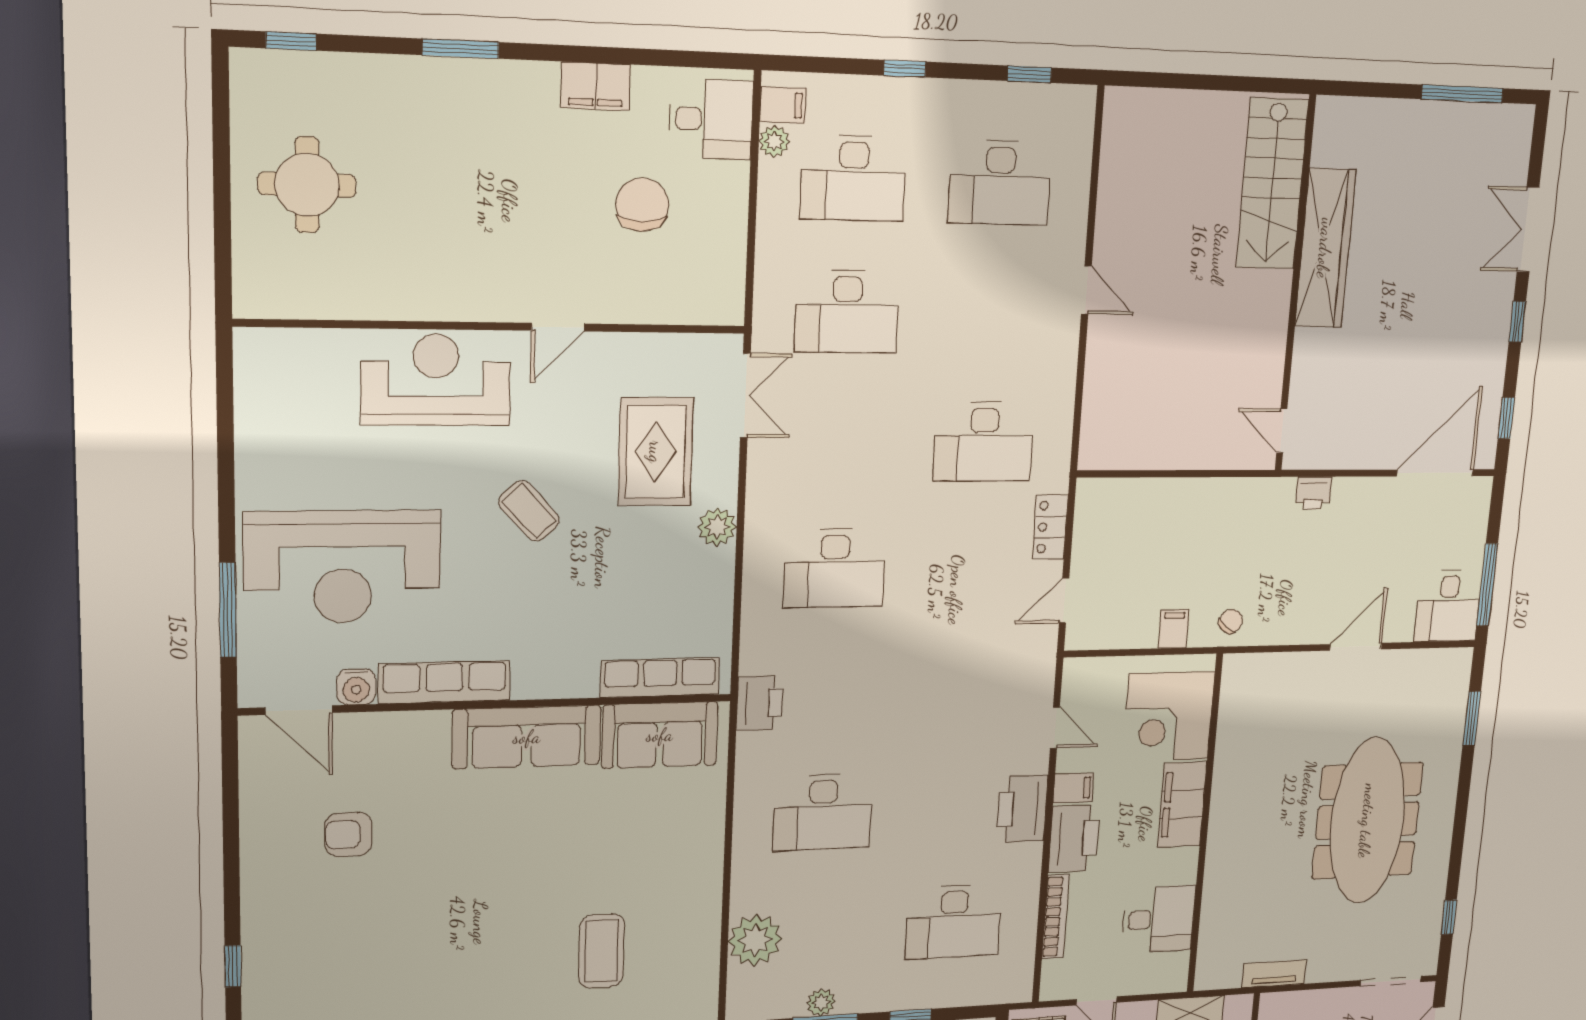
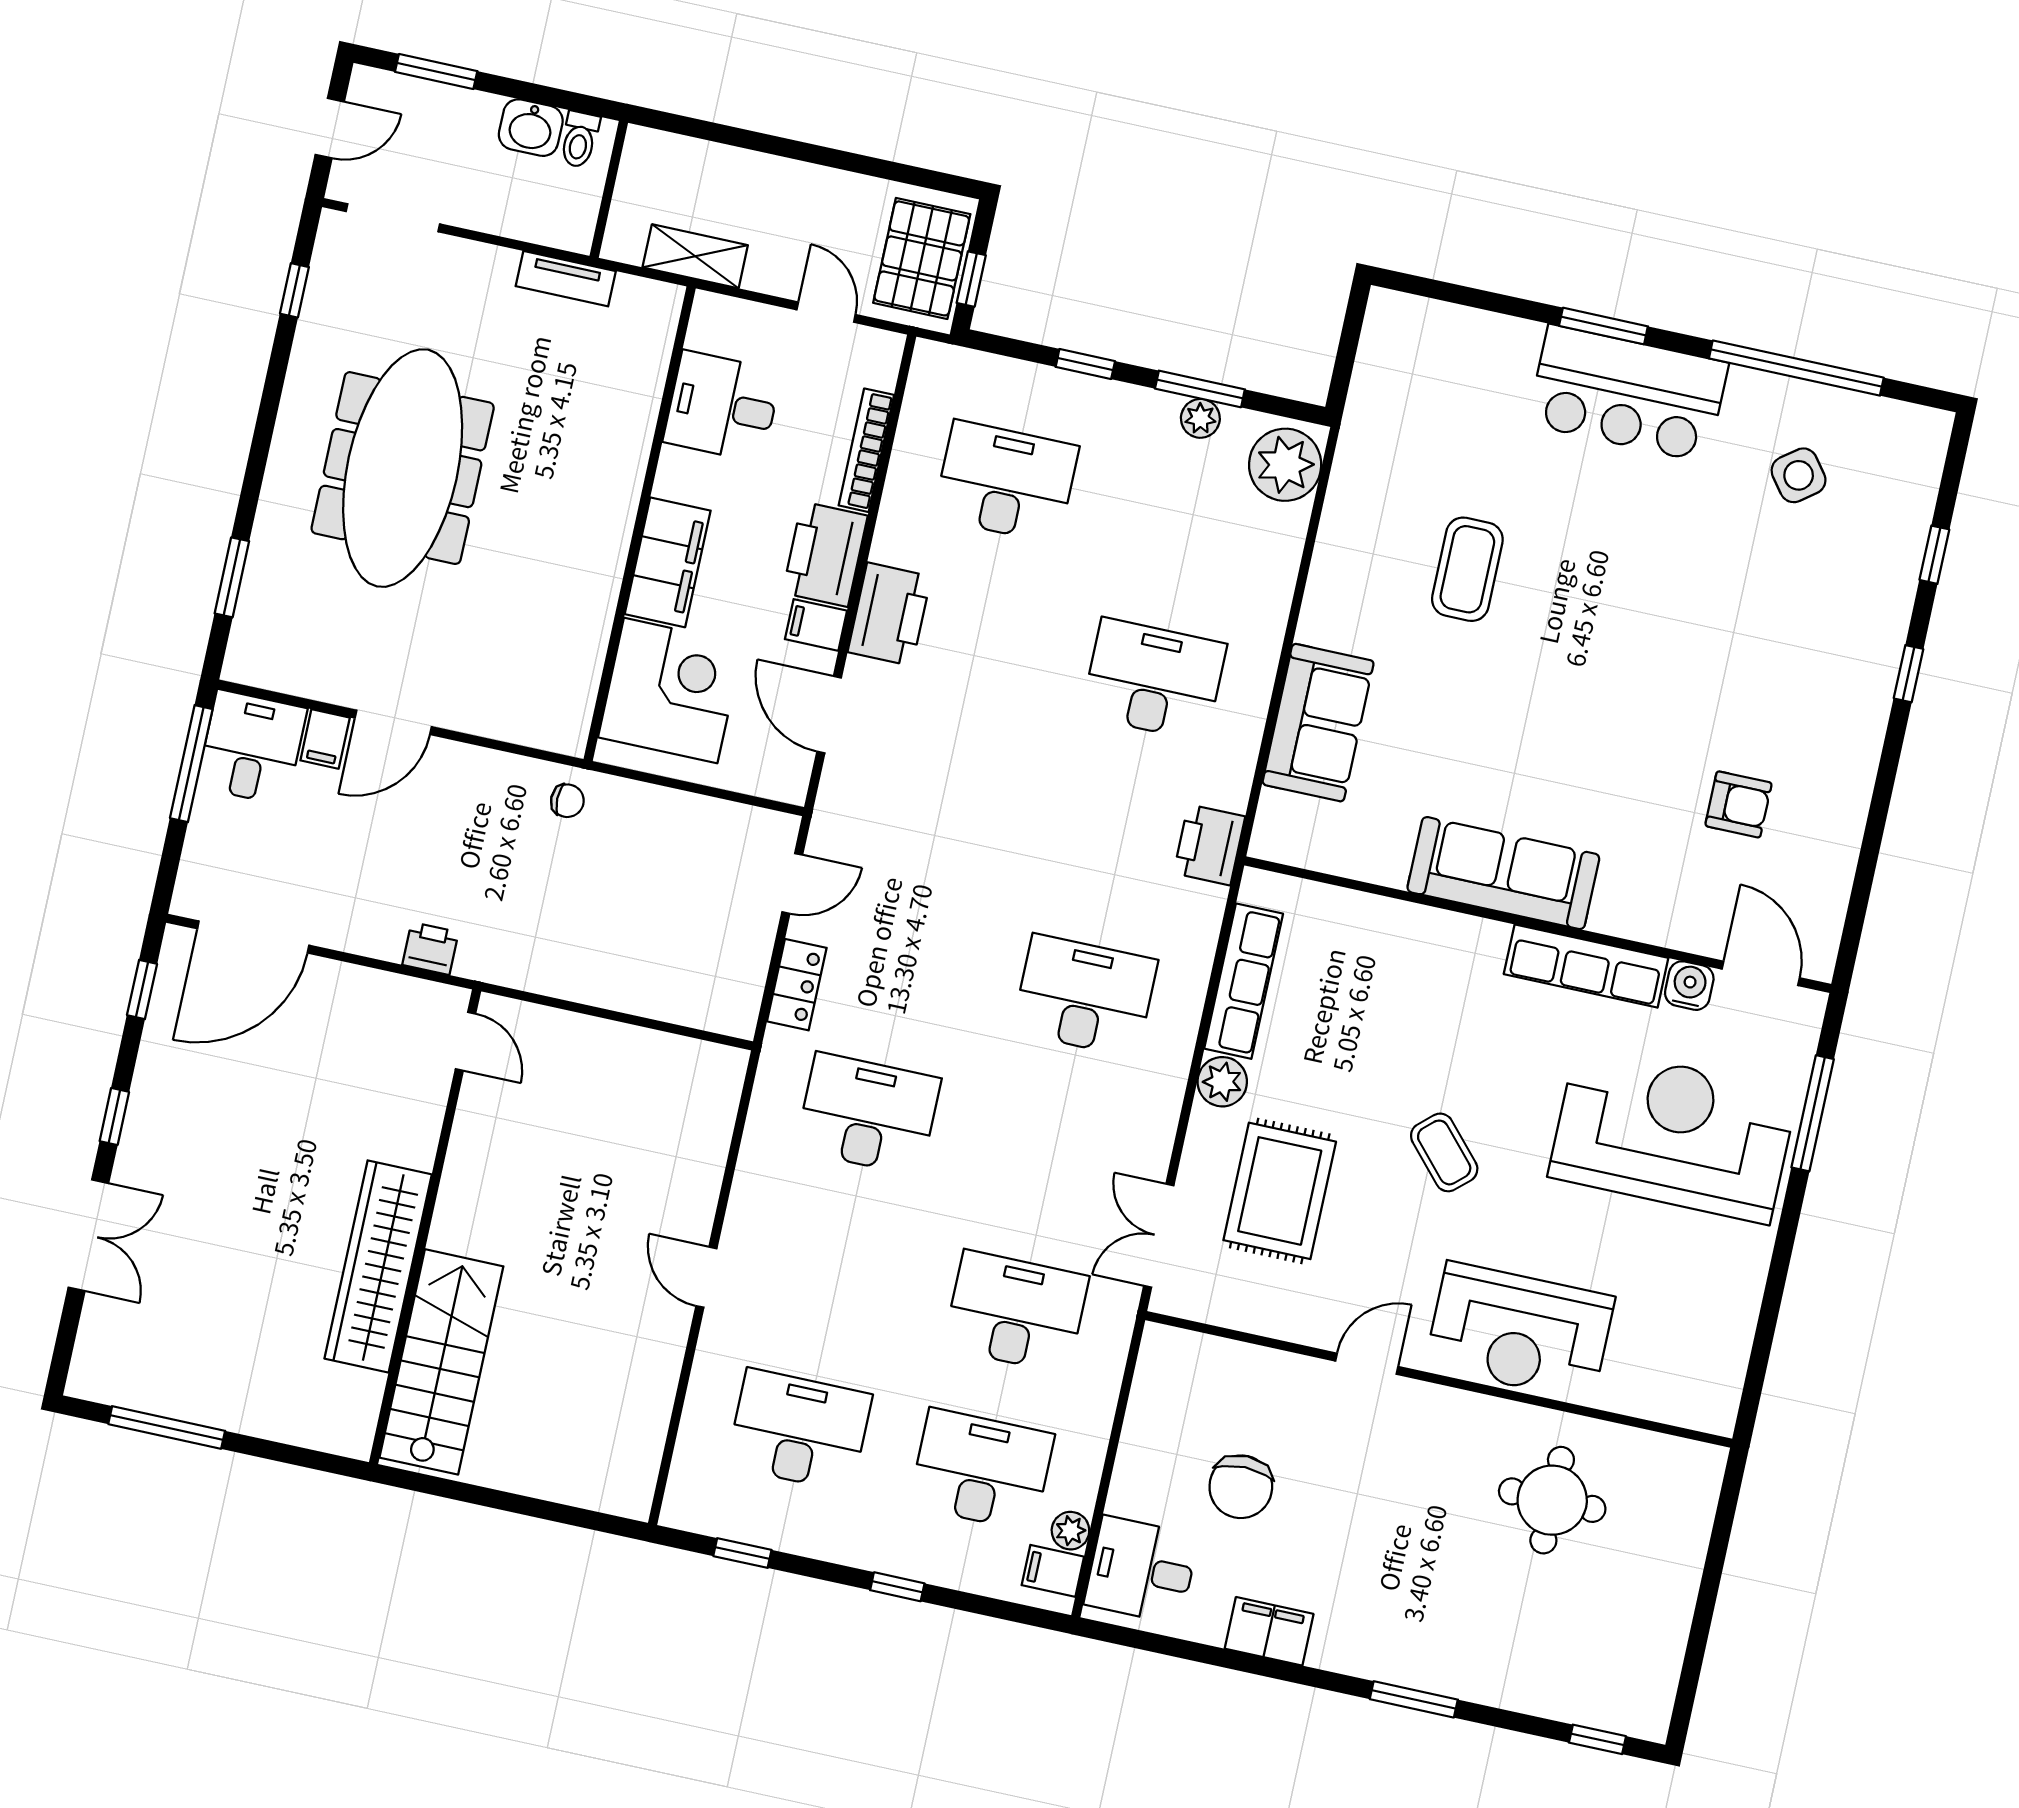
round table: (307, 185) -> (1552, 1500), moved
chair: (1231, 621) -> (567, 801), turned -130
filing cabinet: (1174, 629) -> (325, 739), moved
row of seats: (660, 678) -> (1244, 981), moved, turned -90
door: (1055, 728) -> (829, 715), width x1.38
sofa: (660, 735) -> (1318, 723), moved, turned 90
plant: (755, 940) -> (1285, 465), moved

